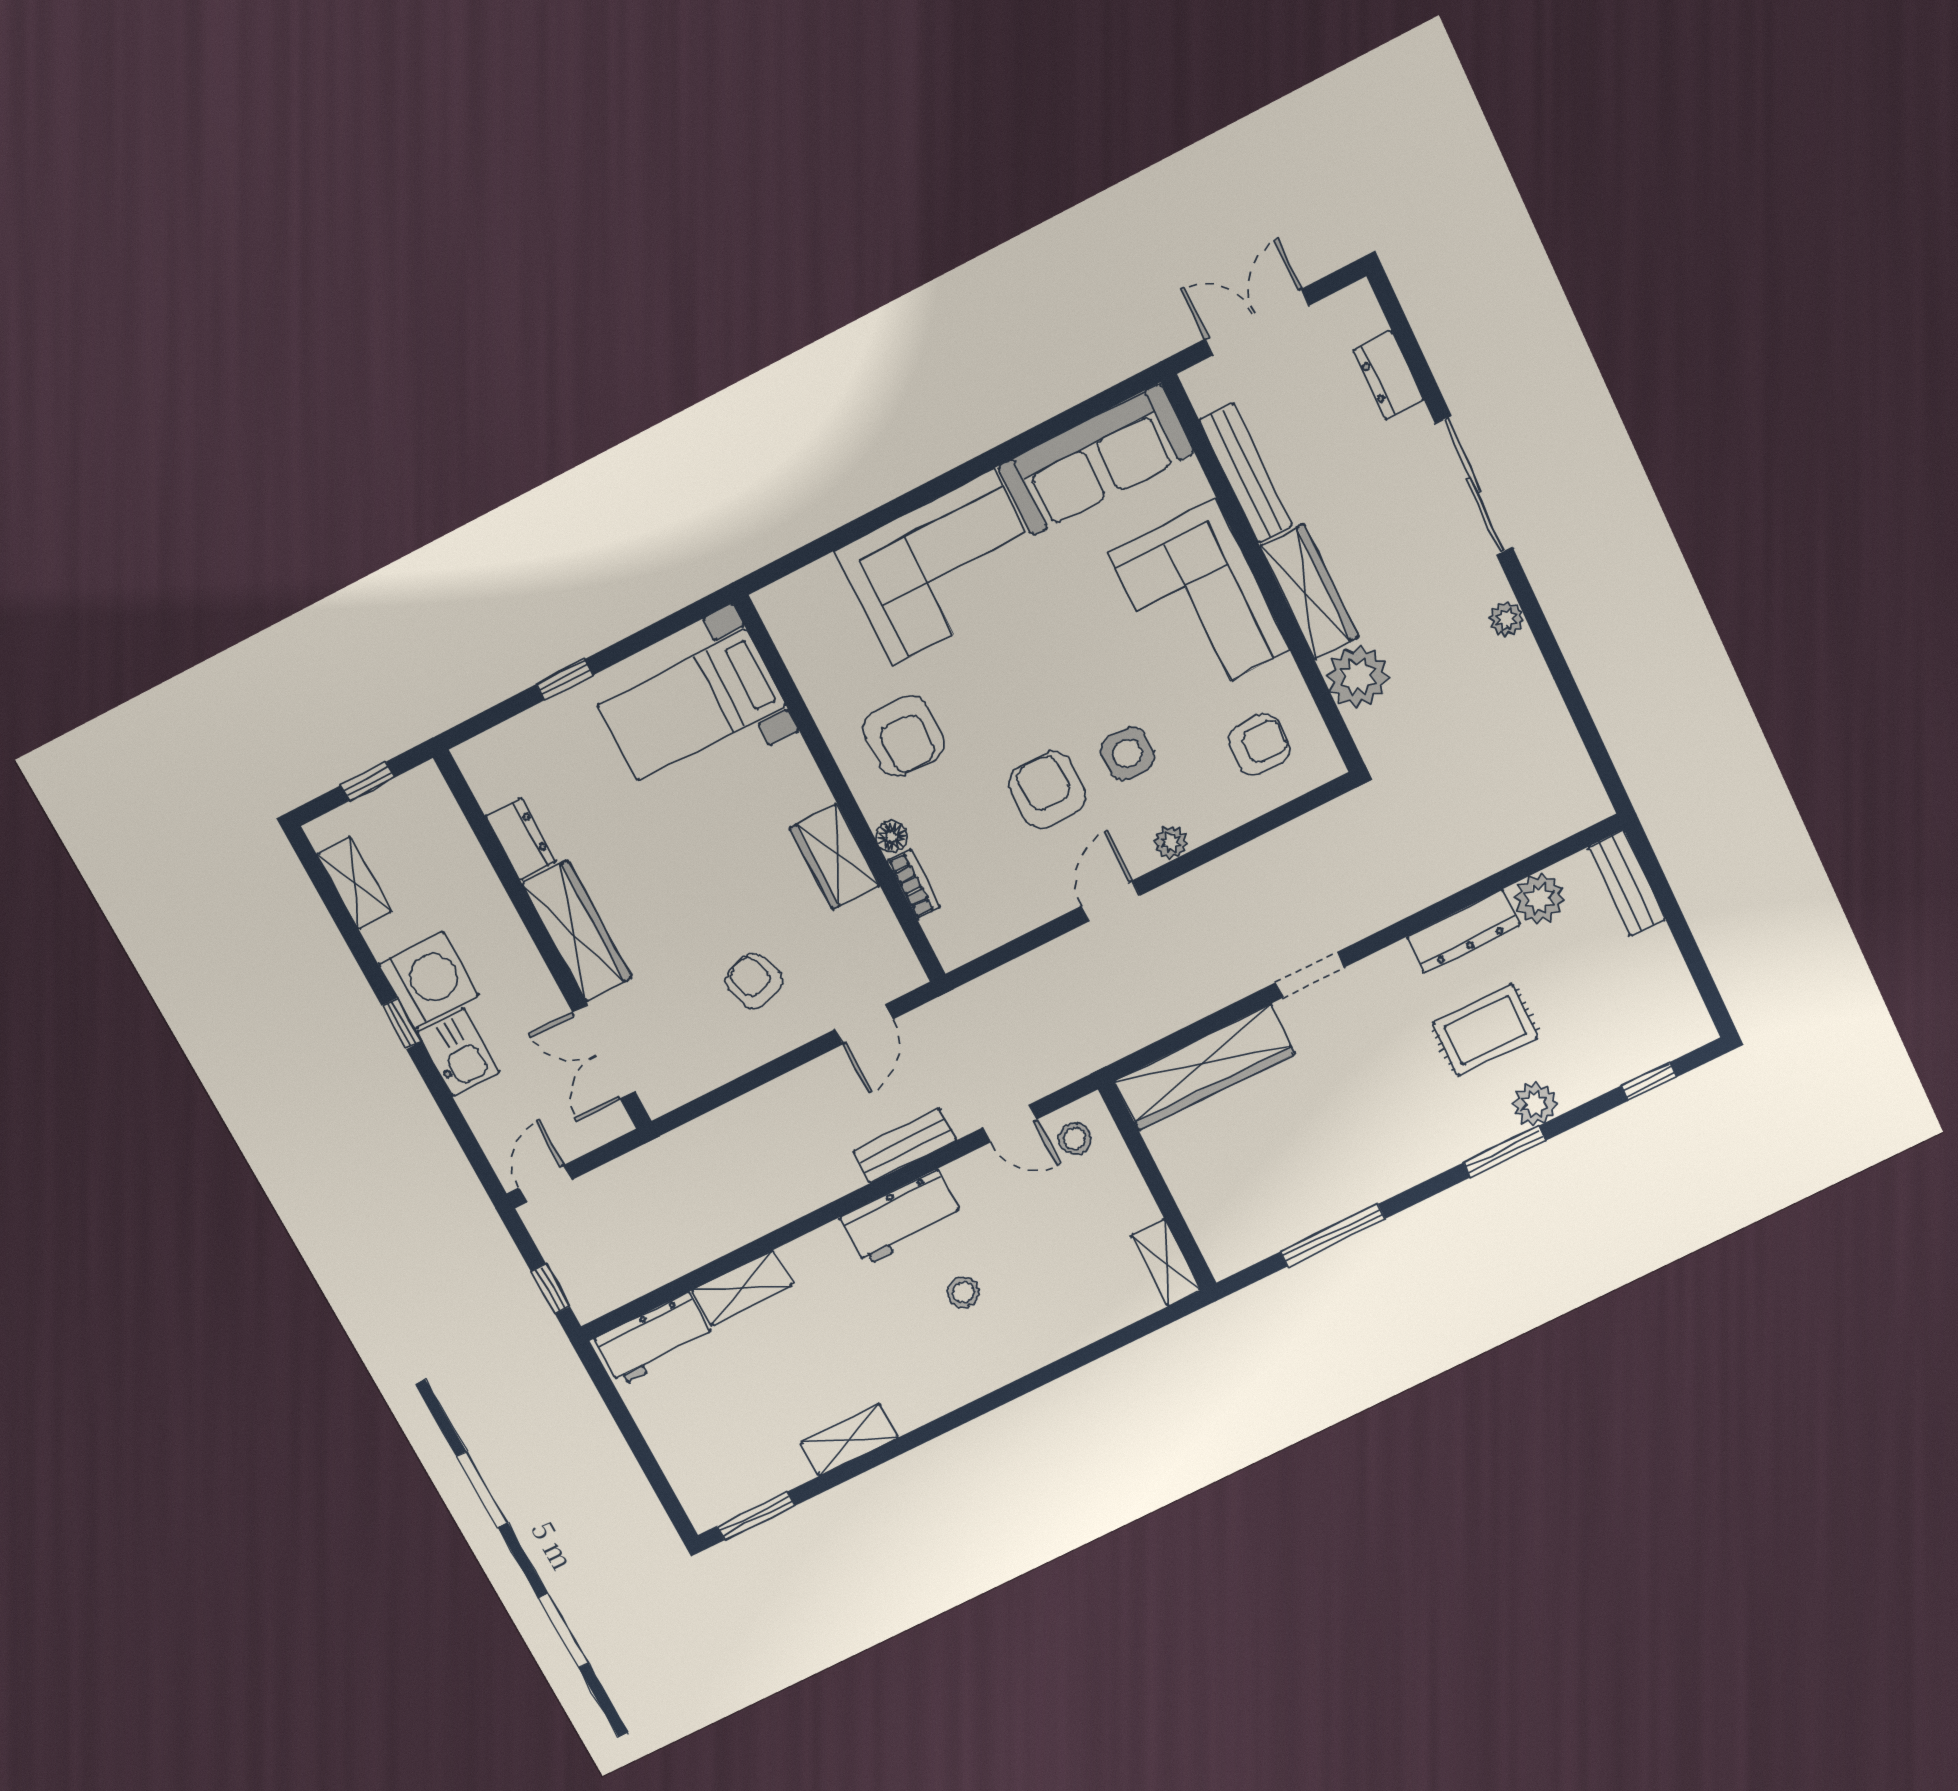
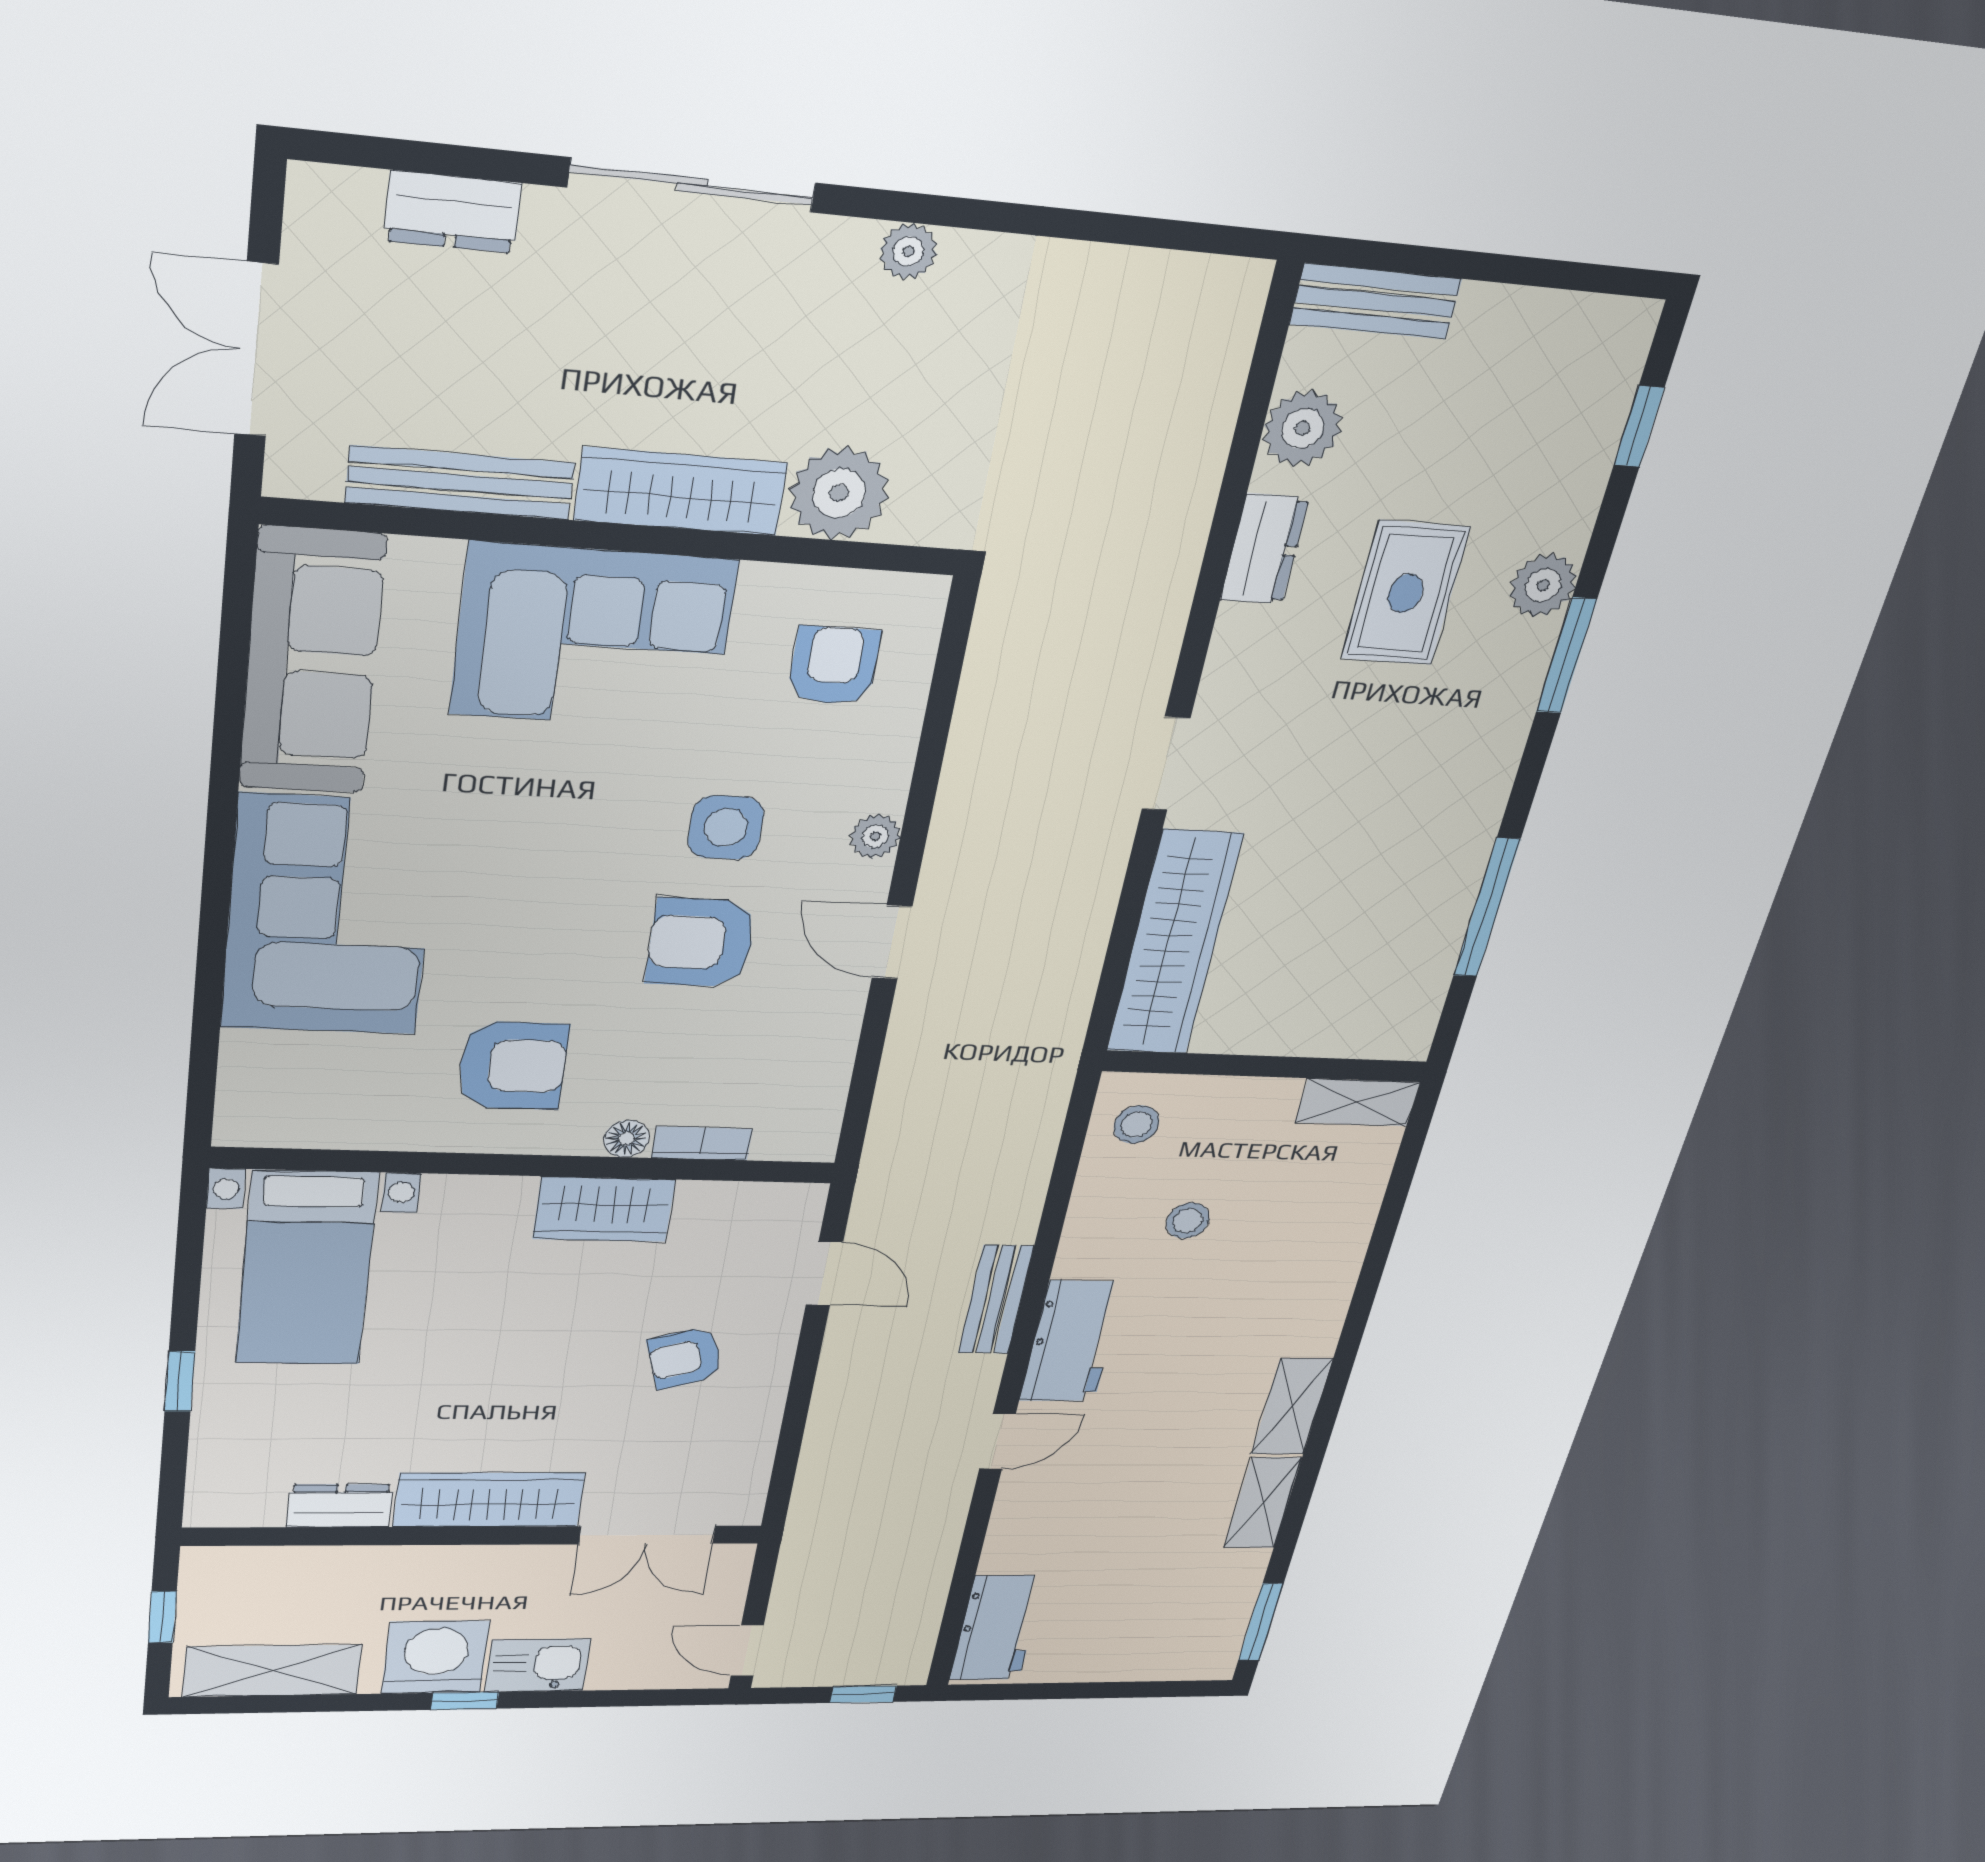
shelving: (354, 883) -> (272, 1671), width x1.50, depth x1.33
dresser: (1463, 931) -> (1264, 549), width x0.70
door: (1010, 1124) -> (997, 1441), moved
shelving: (742, 1288) -> (1292, 1406), moved
stool: (963, 1292) -> (1188, 1221), moved

